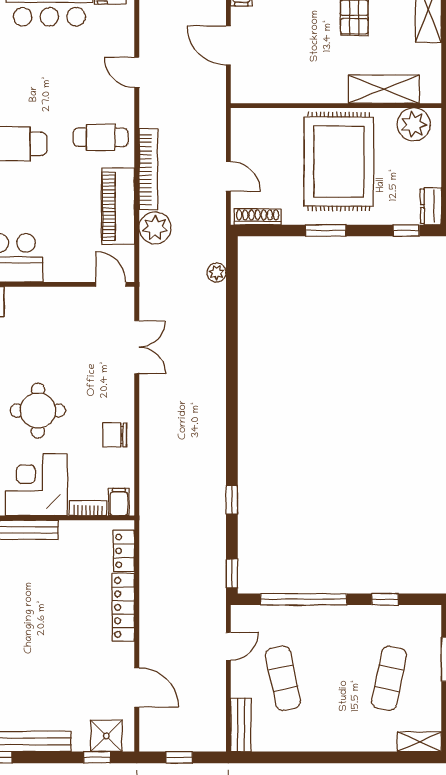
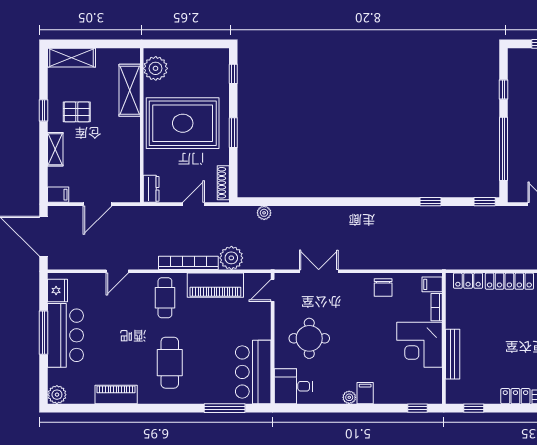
dresser: (431, 206) -> (151, 189), moved, turned -90
round table: (38, 411) -> (309, 338), moved

